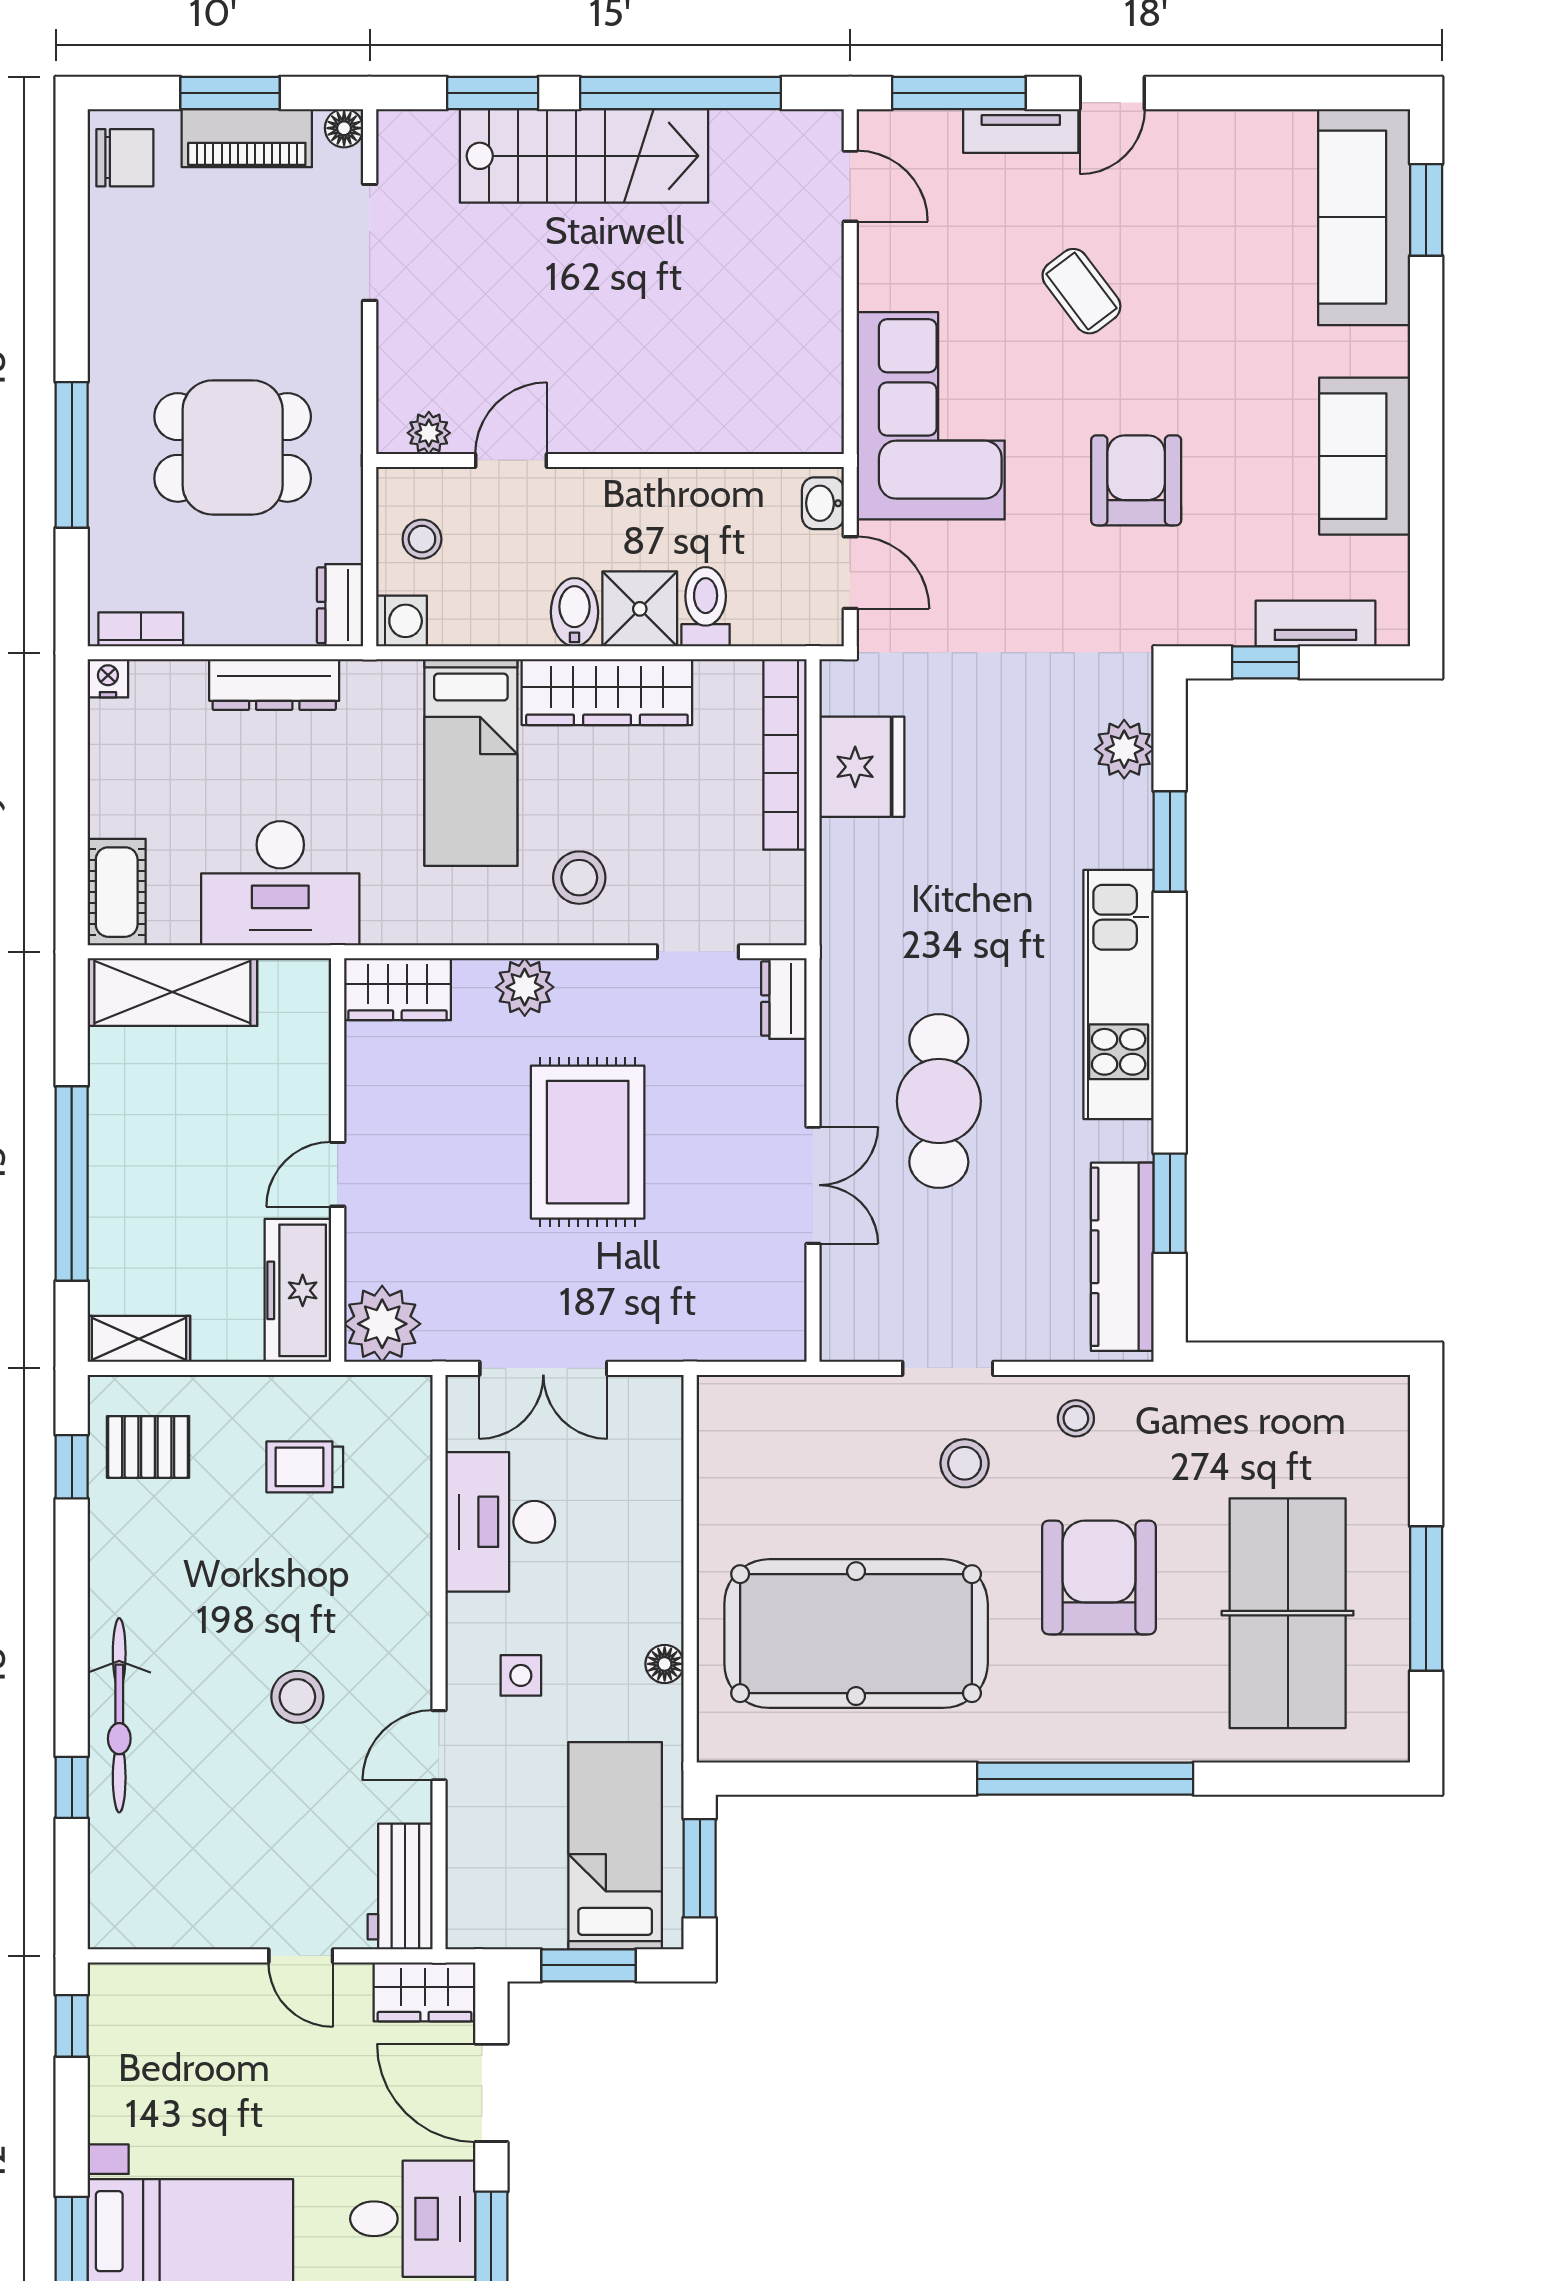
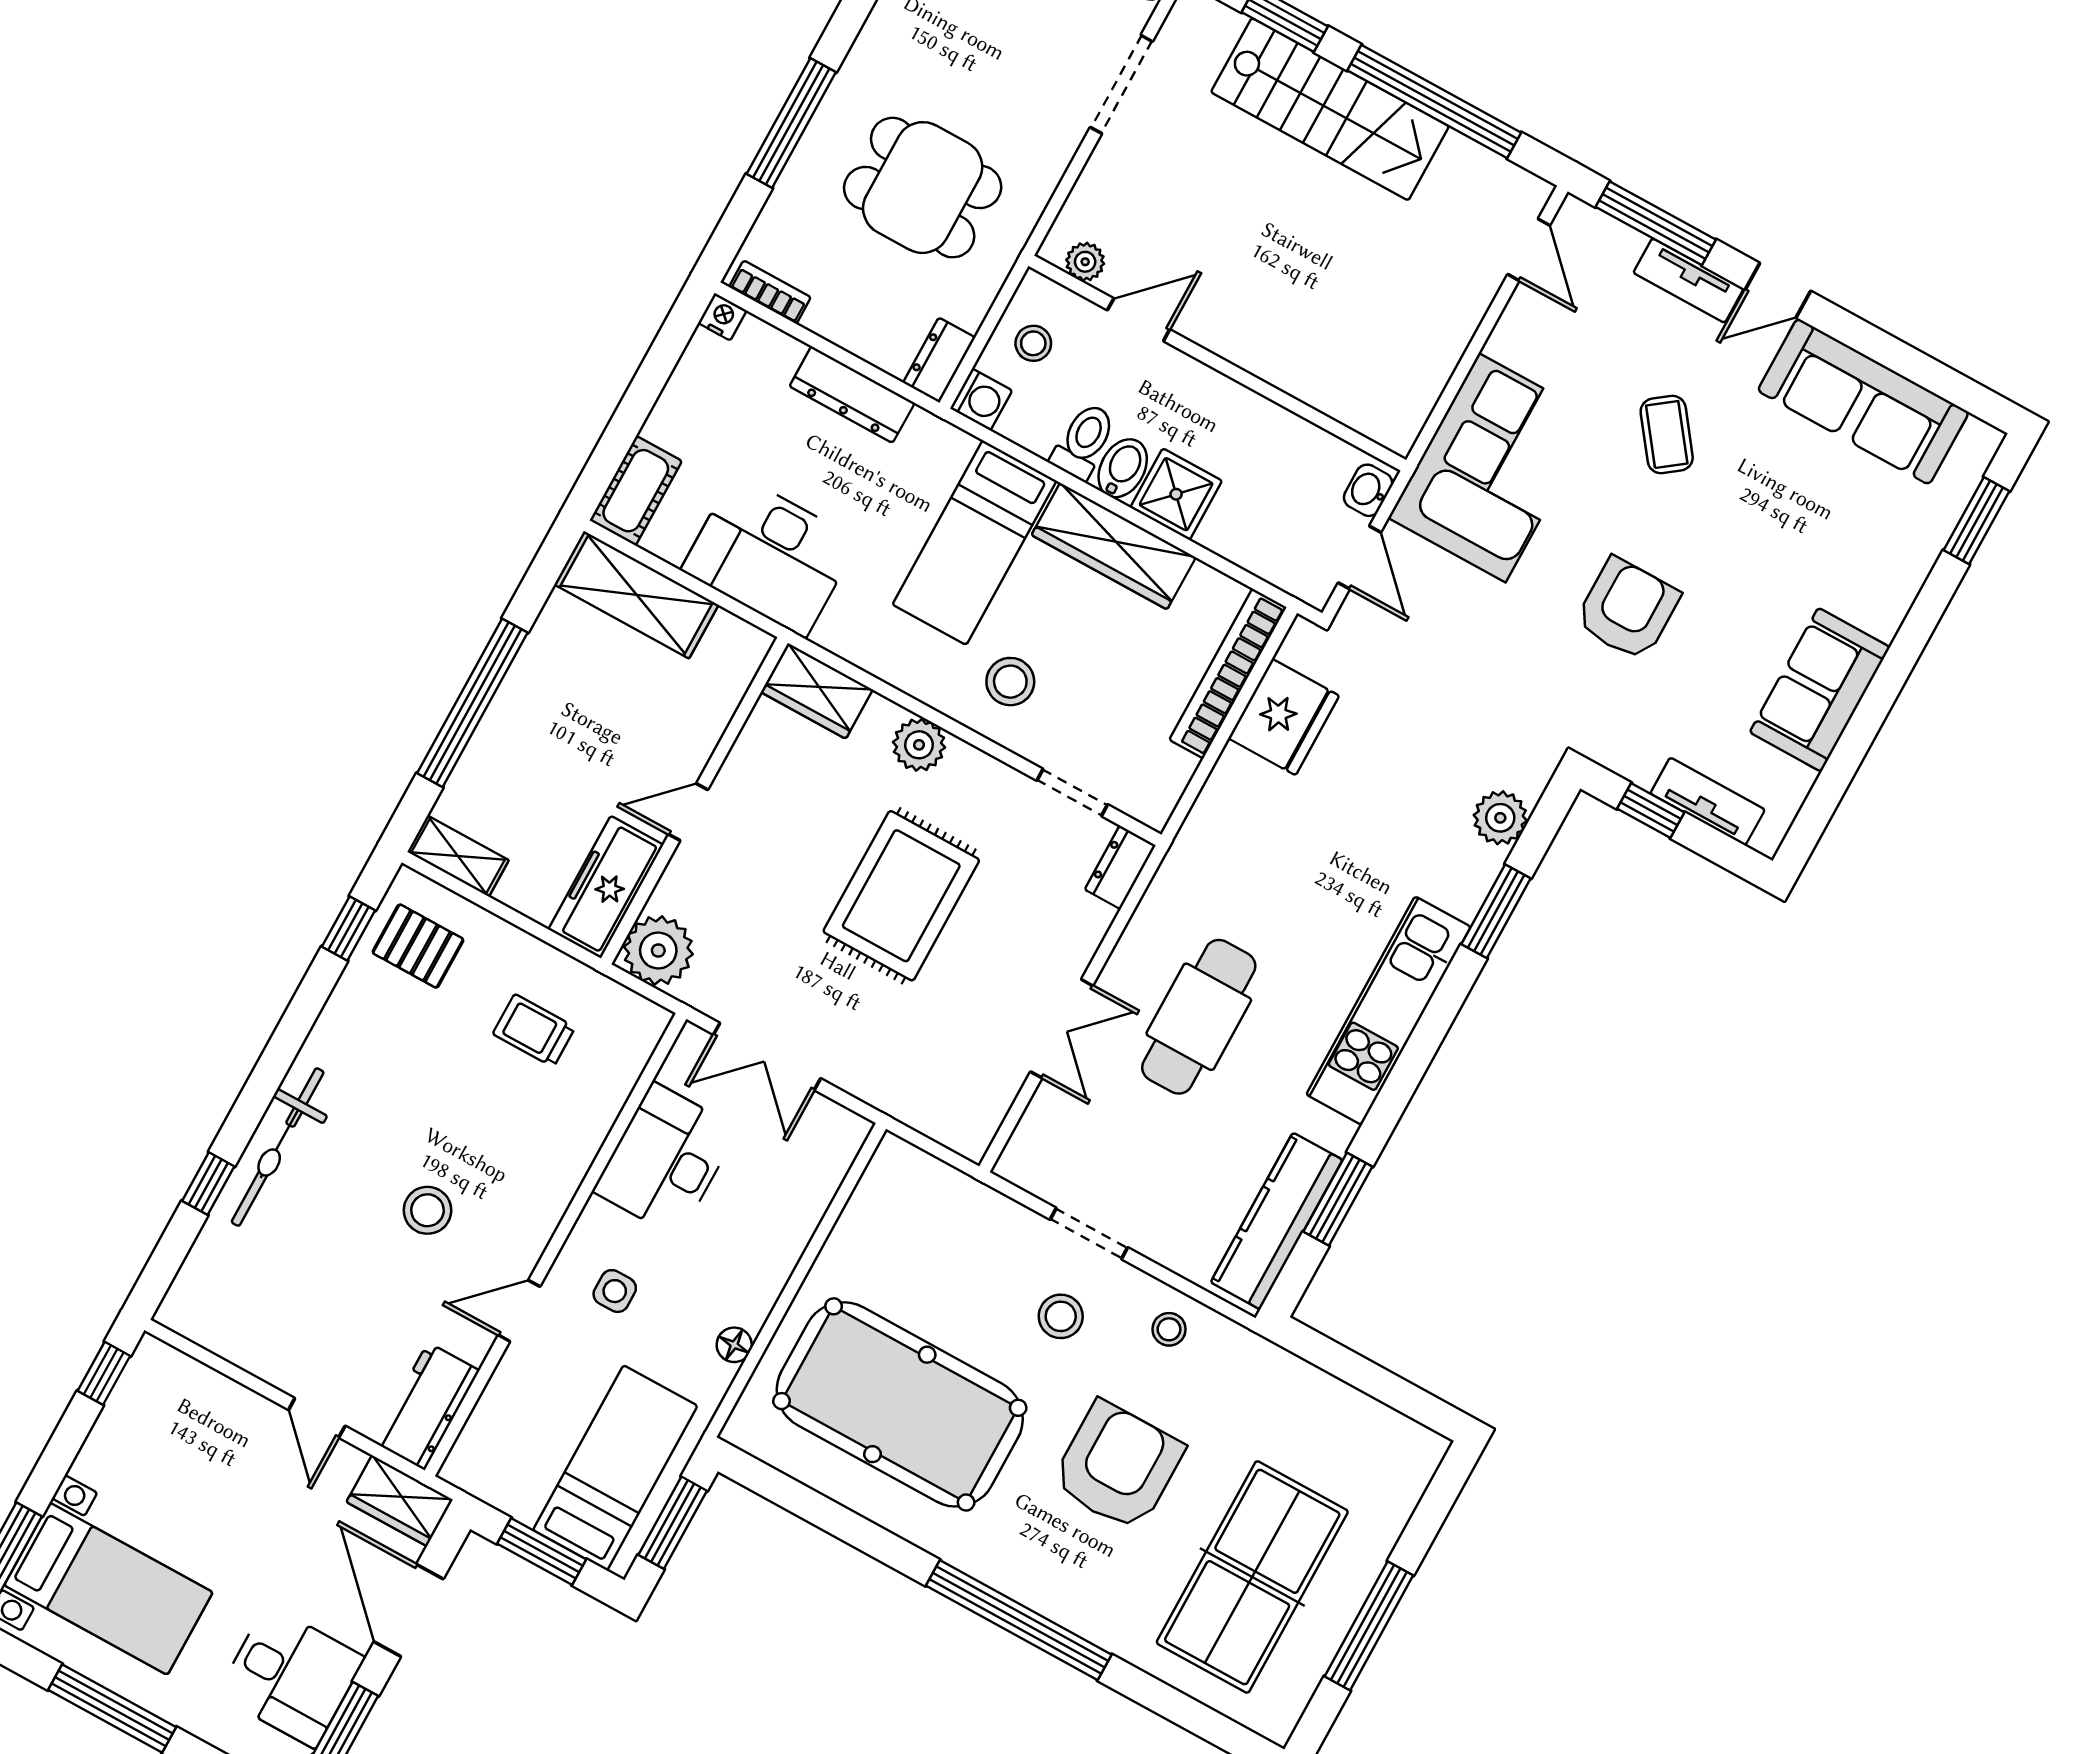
sofa: (1364, 217) -> (1863, 401), moved, turned -90
toilet: (706, 607) -> (1084, 441), moved

